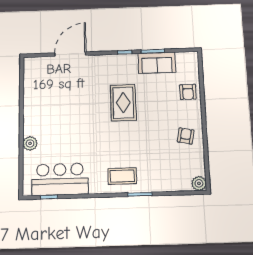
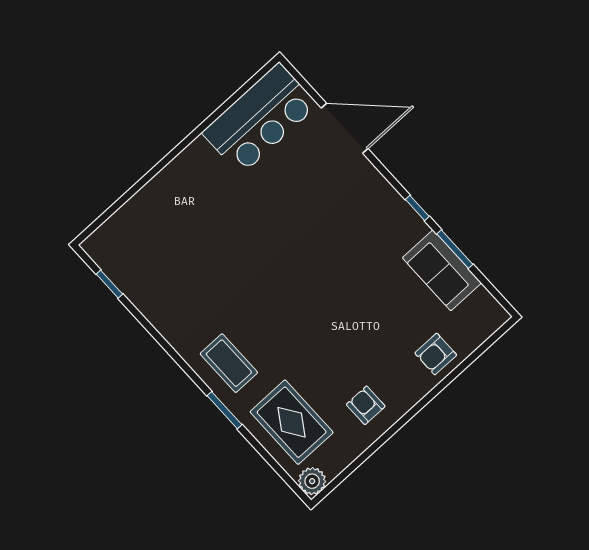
rug: (123, 103) -> (292, 422), moved, turned 90
armchair: (186, 136) -> (366, 405), turned -102
plant: (30, 143) -> (161, 188), removed
bar counter: (60, 179) -> (260, 119), moved, turned 90

